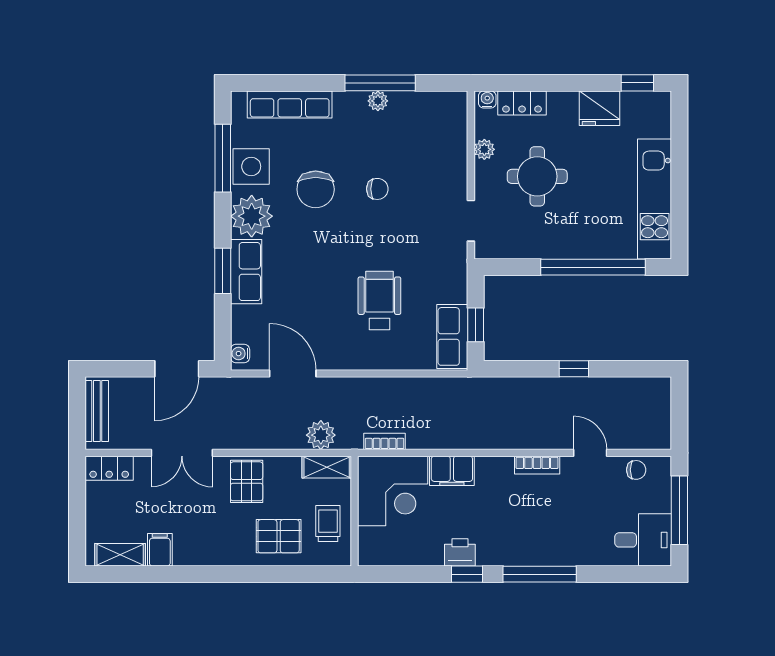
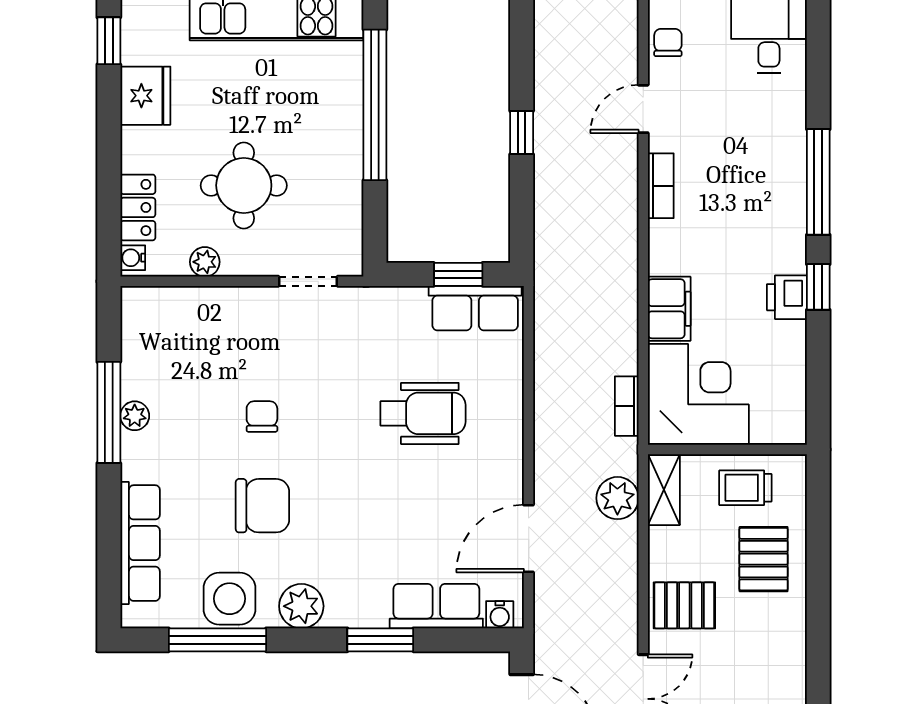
plant: (252, 216) -> (301, 606), width x0.73, depth x0.73
row of seats: (246, 272) -> (436, 606), moved
wheelchair: (379, 300) -> (423, 413), turned 180

